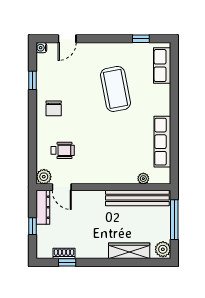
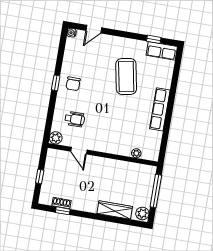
row of seats: (162, 66) -> (162, 51), moved, turned -90
window: (33, 80) -> (56, 83), moved
row of seats: (162, 142) -> (160, 109), moved
door: (62, 187) -> (79, 151), moved
bench: (137, 198) -> (129, 168), removed
dresser: (43, 207) -> (51, 163), removed

